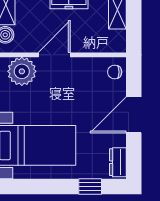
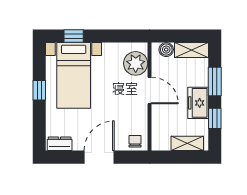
door: (134, 115) -> (99, 157), hinge flipped
window: (90, 186) -> (39, 90), moved

